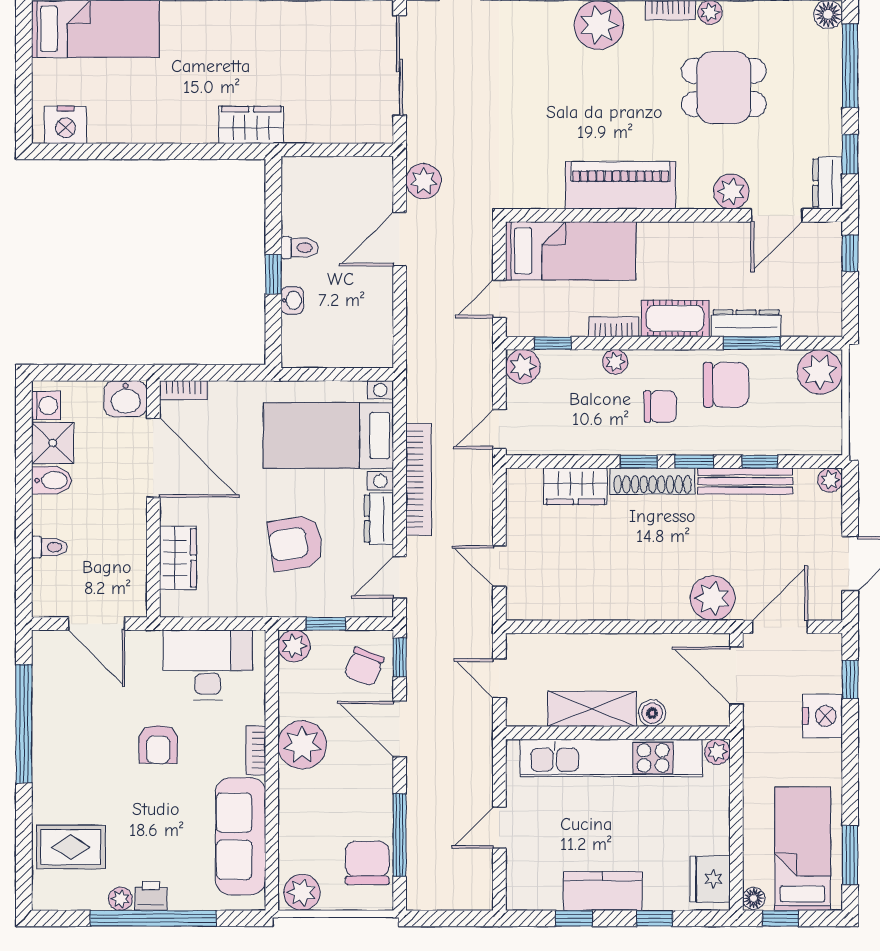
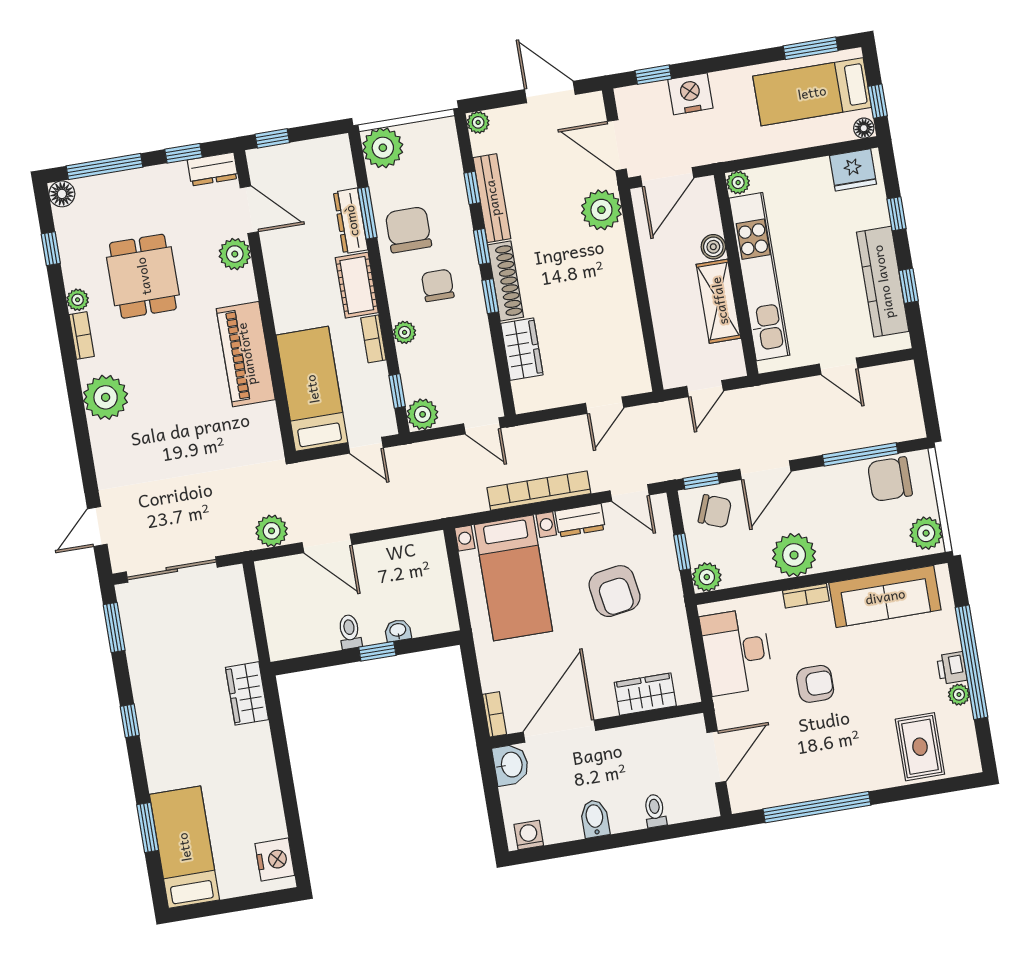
shower: (53, 443) -> (561, 823), removed
kitchen counter: (603, 891) -> (883, 282), width x1.50

